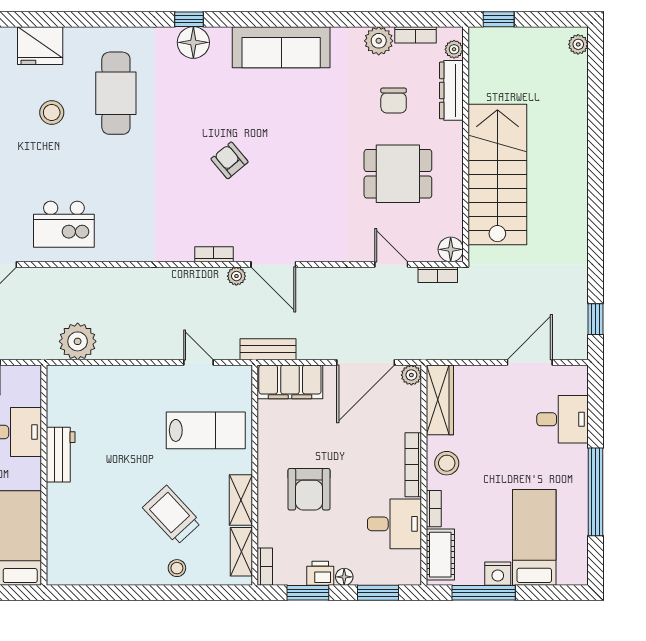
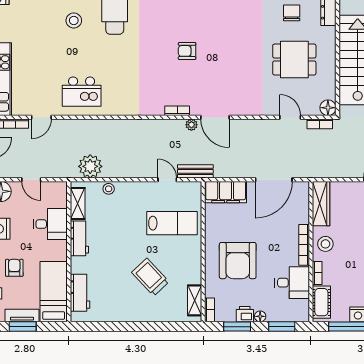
chair: (394, 101) -> (292, 13), turned 180
armchair: (229, 160) -> (187, 51), turned -50
bench: (268, 349) -> (195, 171), moved
plant: (411, 375) -> (303, 188), removed
armchair: (309, 489) -> (238, 261), width x1.36, depth x1.36
shelving: (241, 500) -> (78, 203), moved
workbench: (61, 540) -> (80, 293), added
stool: (177, 568) -> (109, 189), moved

